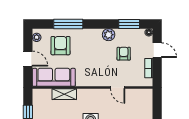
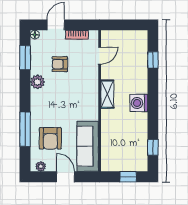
armchair: (61, 46) -> (50, 138), turned -90
door: (28, 59) -> (66, 177), hinge flipped
door: (118, 88) -> (100, 56), moved
shelving: (64, 94) -> (107, 94), moved

